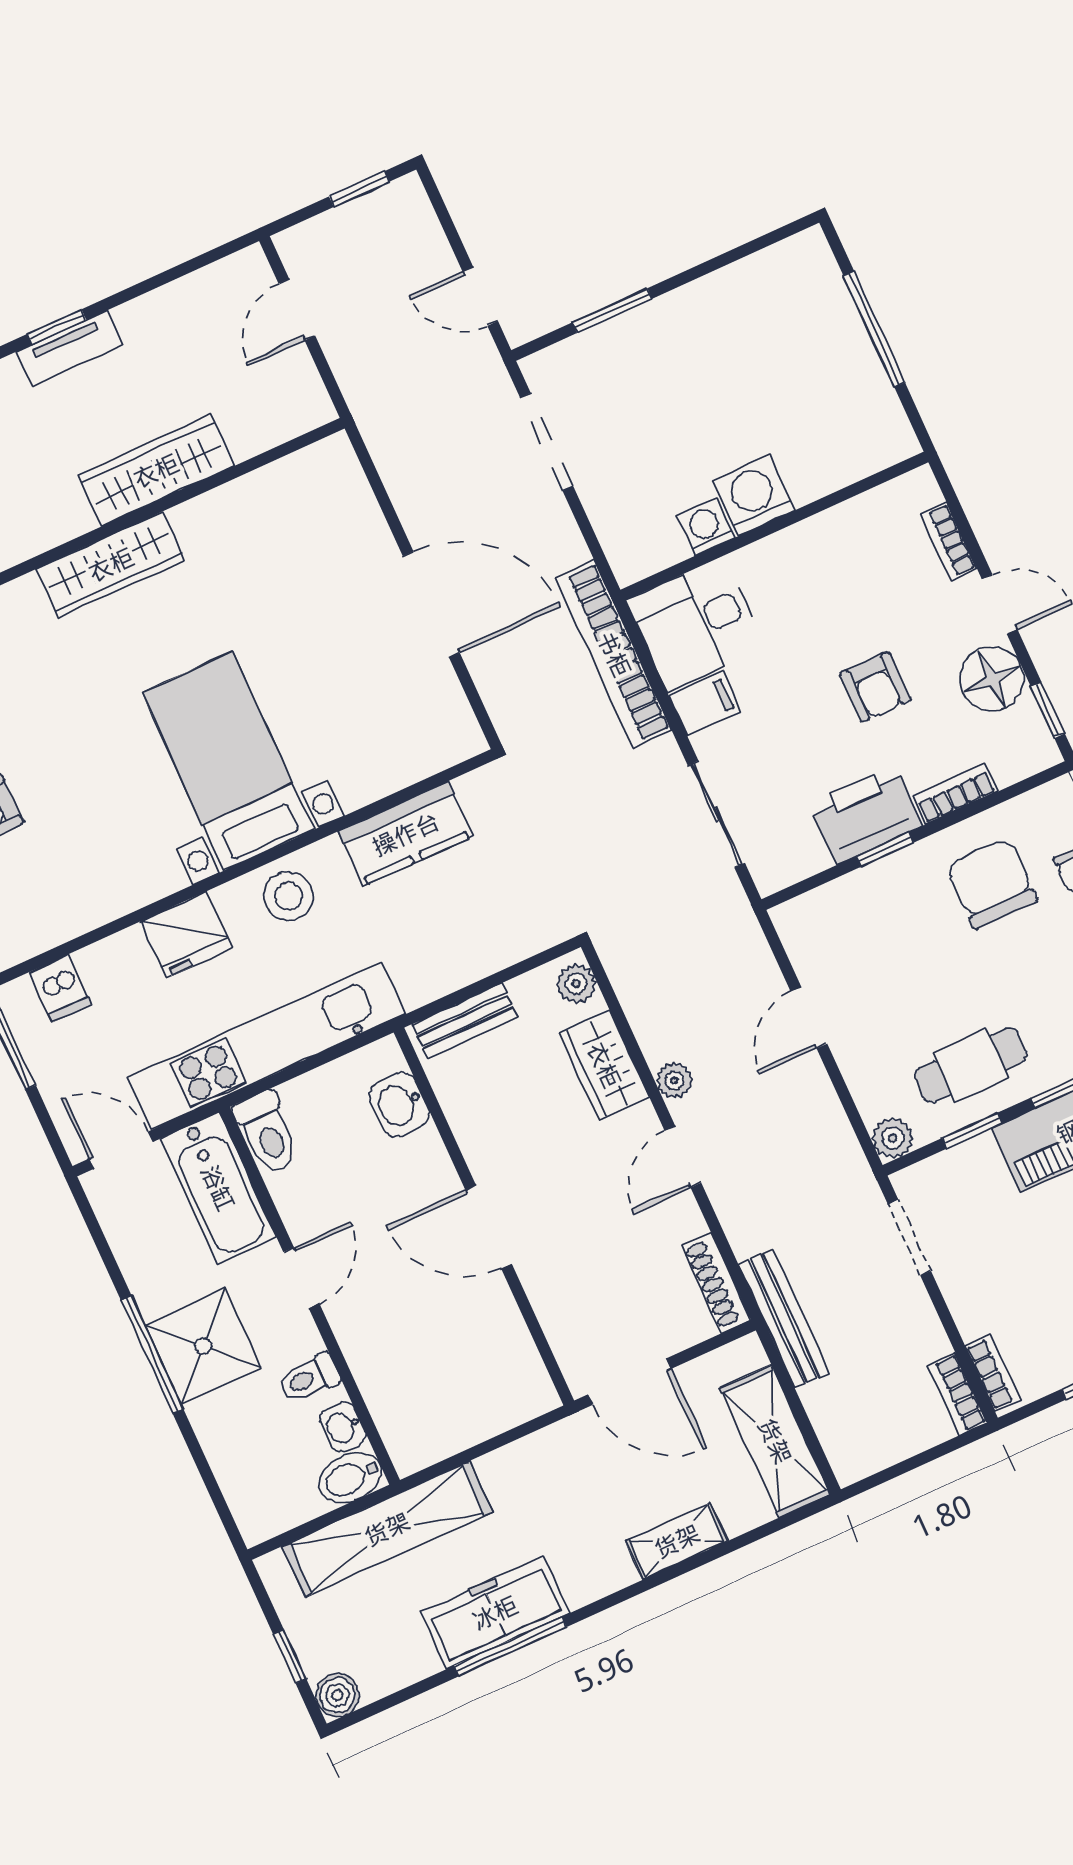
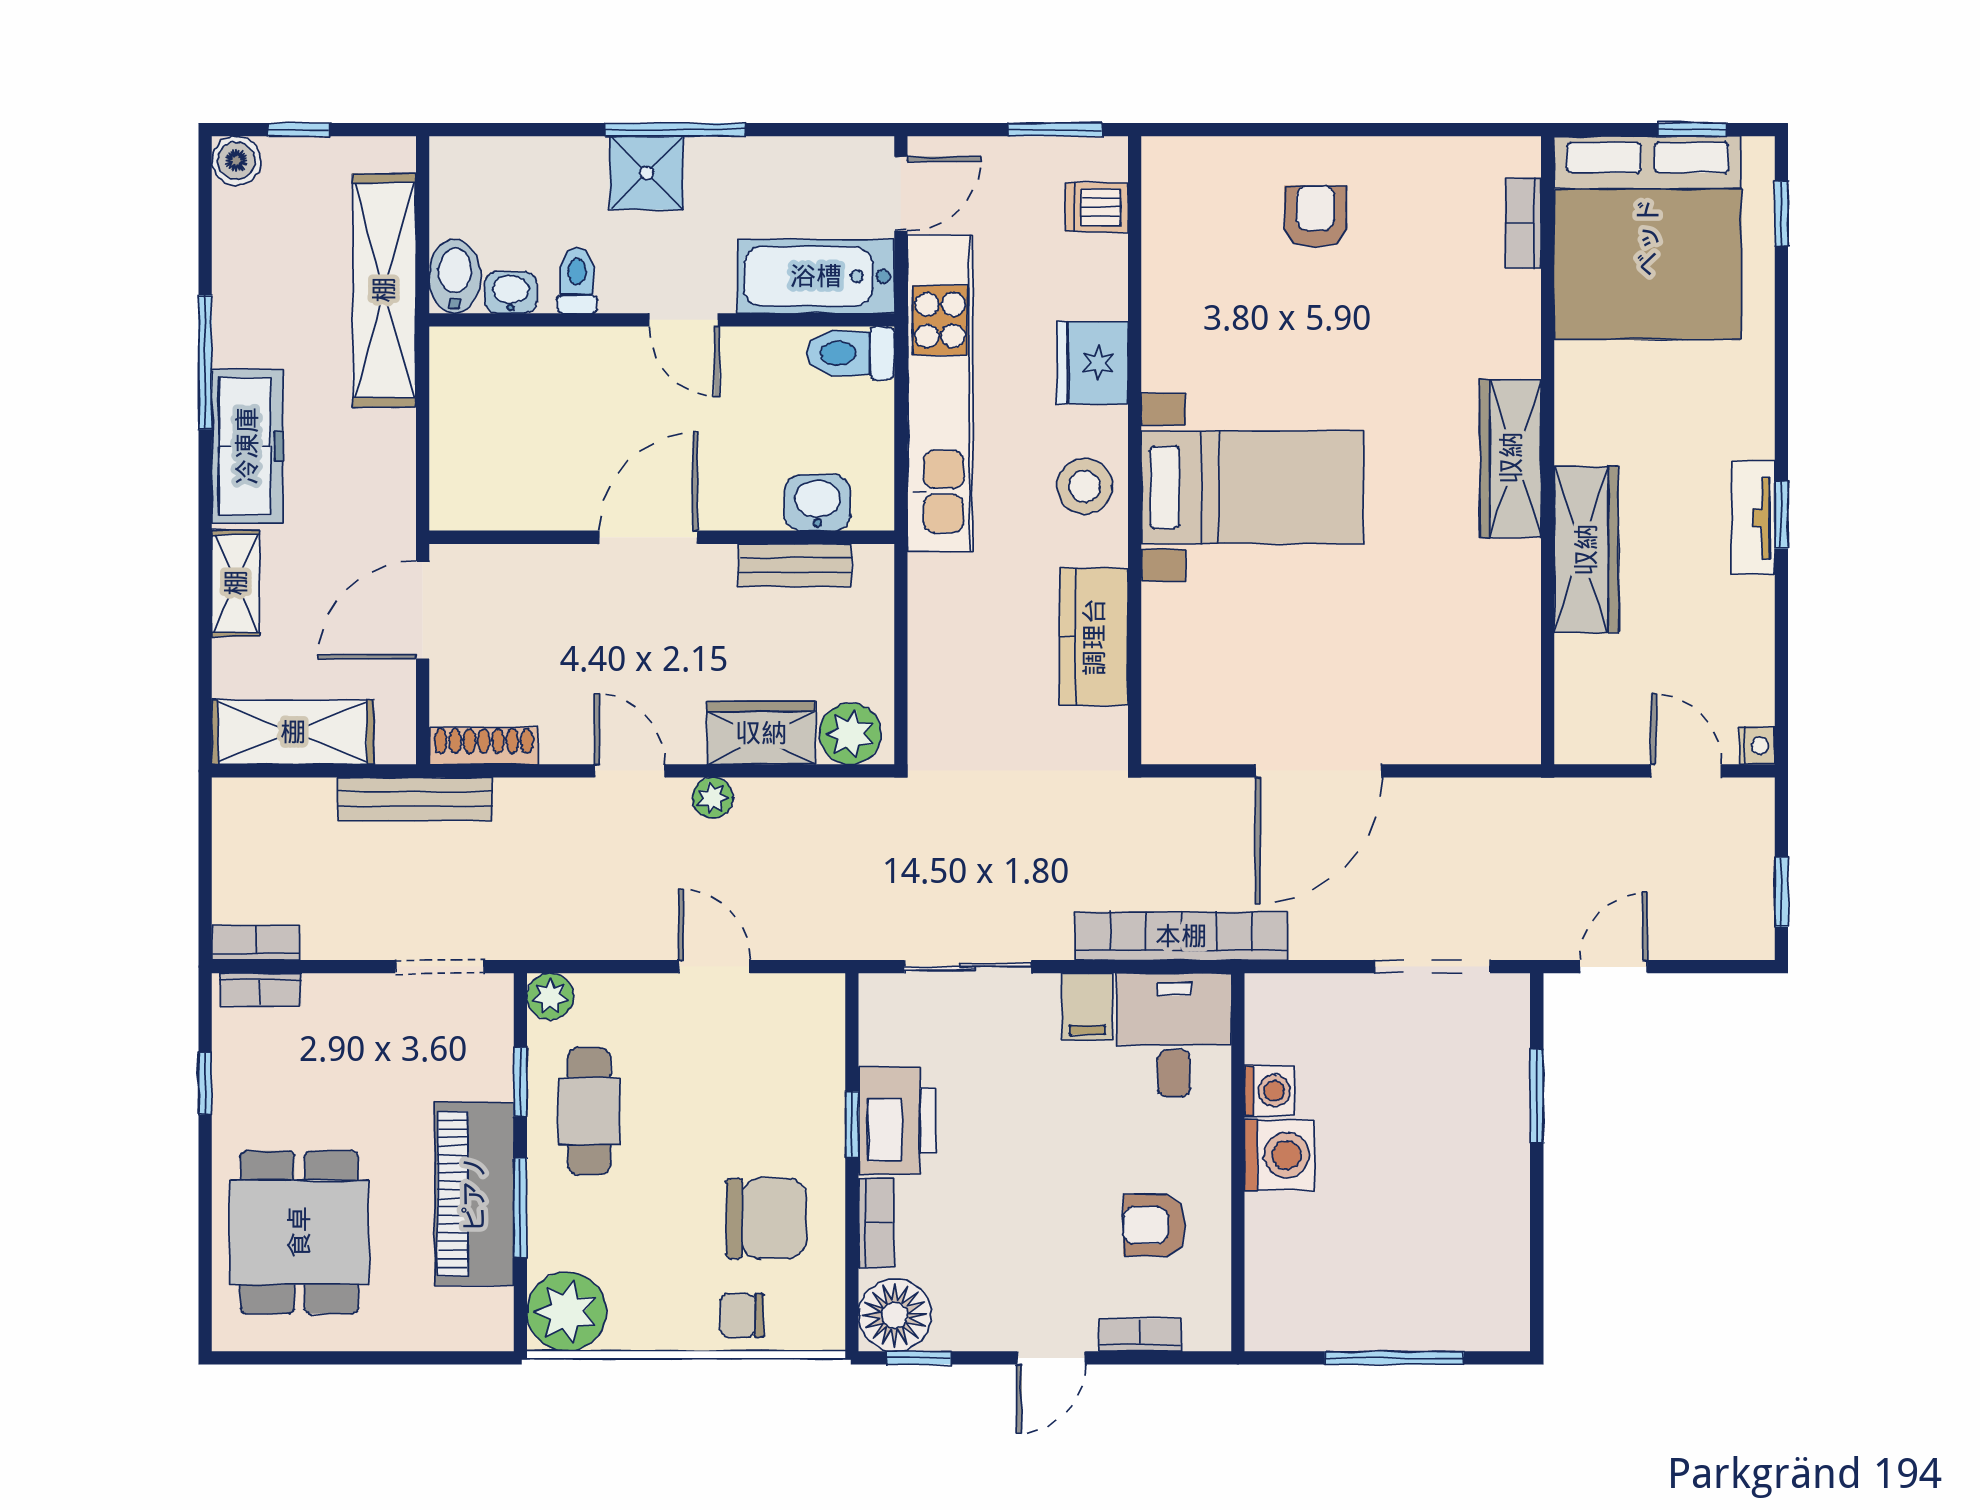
nightstand: (251, 262) -> (1757, 746), added
floor lamp: (992, 679) -> (895, 1315), moved
armchair: (875, 687) -> (1154, 1225), moved
plant: (576, 984) -> (850, 734), width x1.38, depth x1.38
bench: (465, 1021) -> (795, 565), moved, turned 90
shower: (203, 1346) -> (647, 173), width x0.73, depth x0.73
freezer: (495, 1613) -> (247, 446), moved

